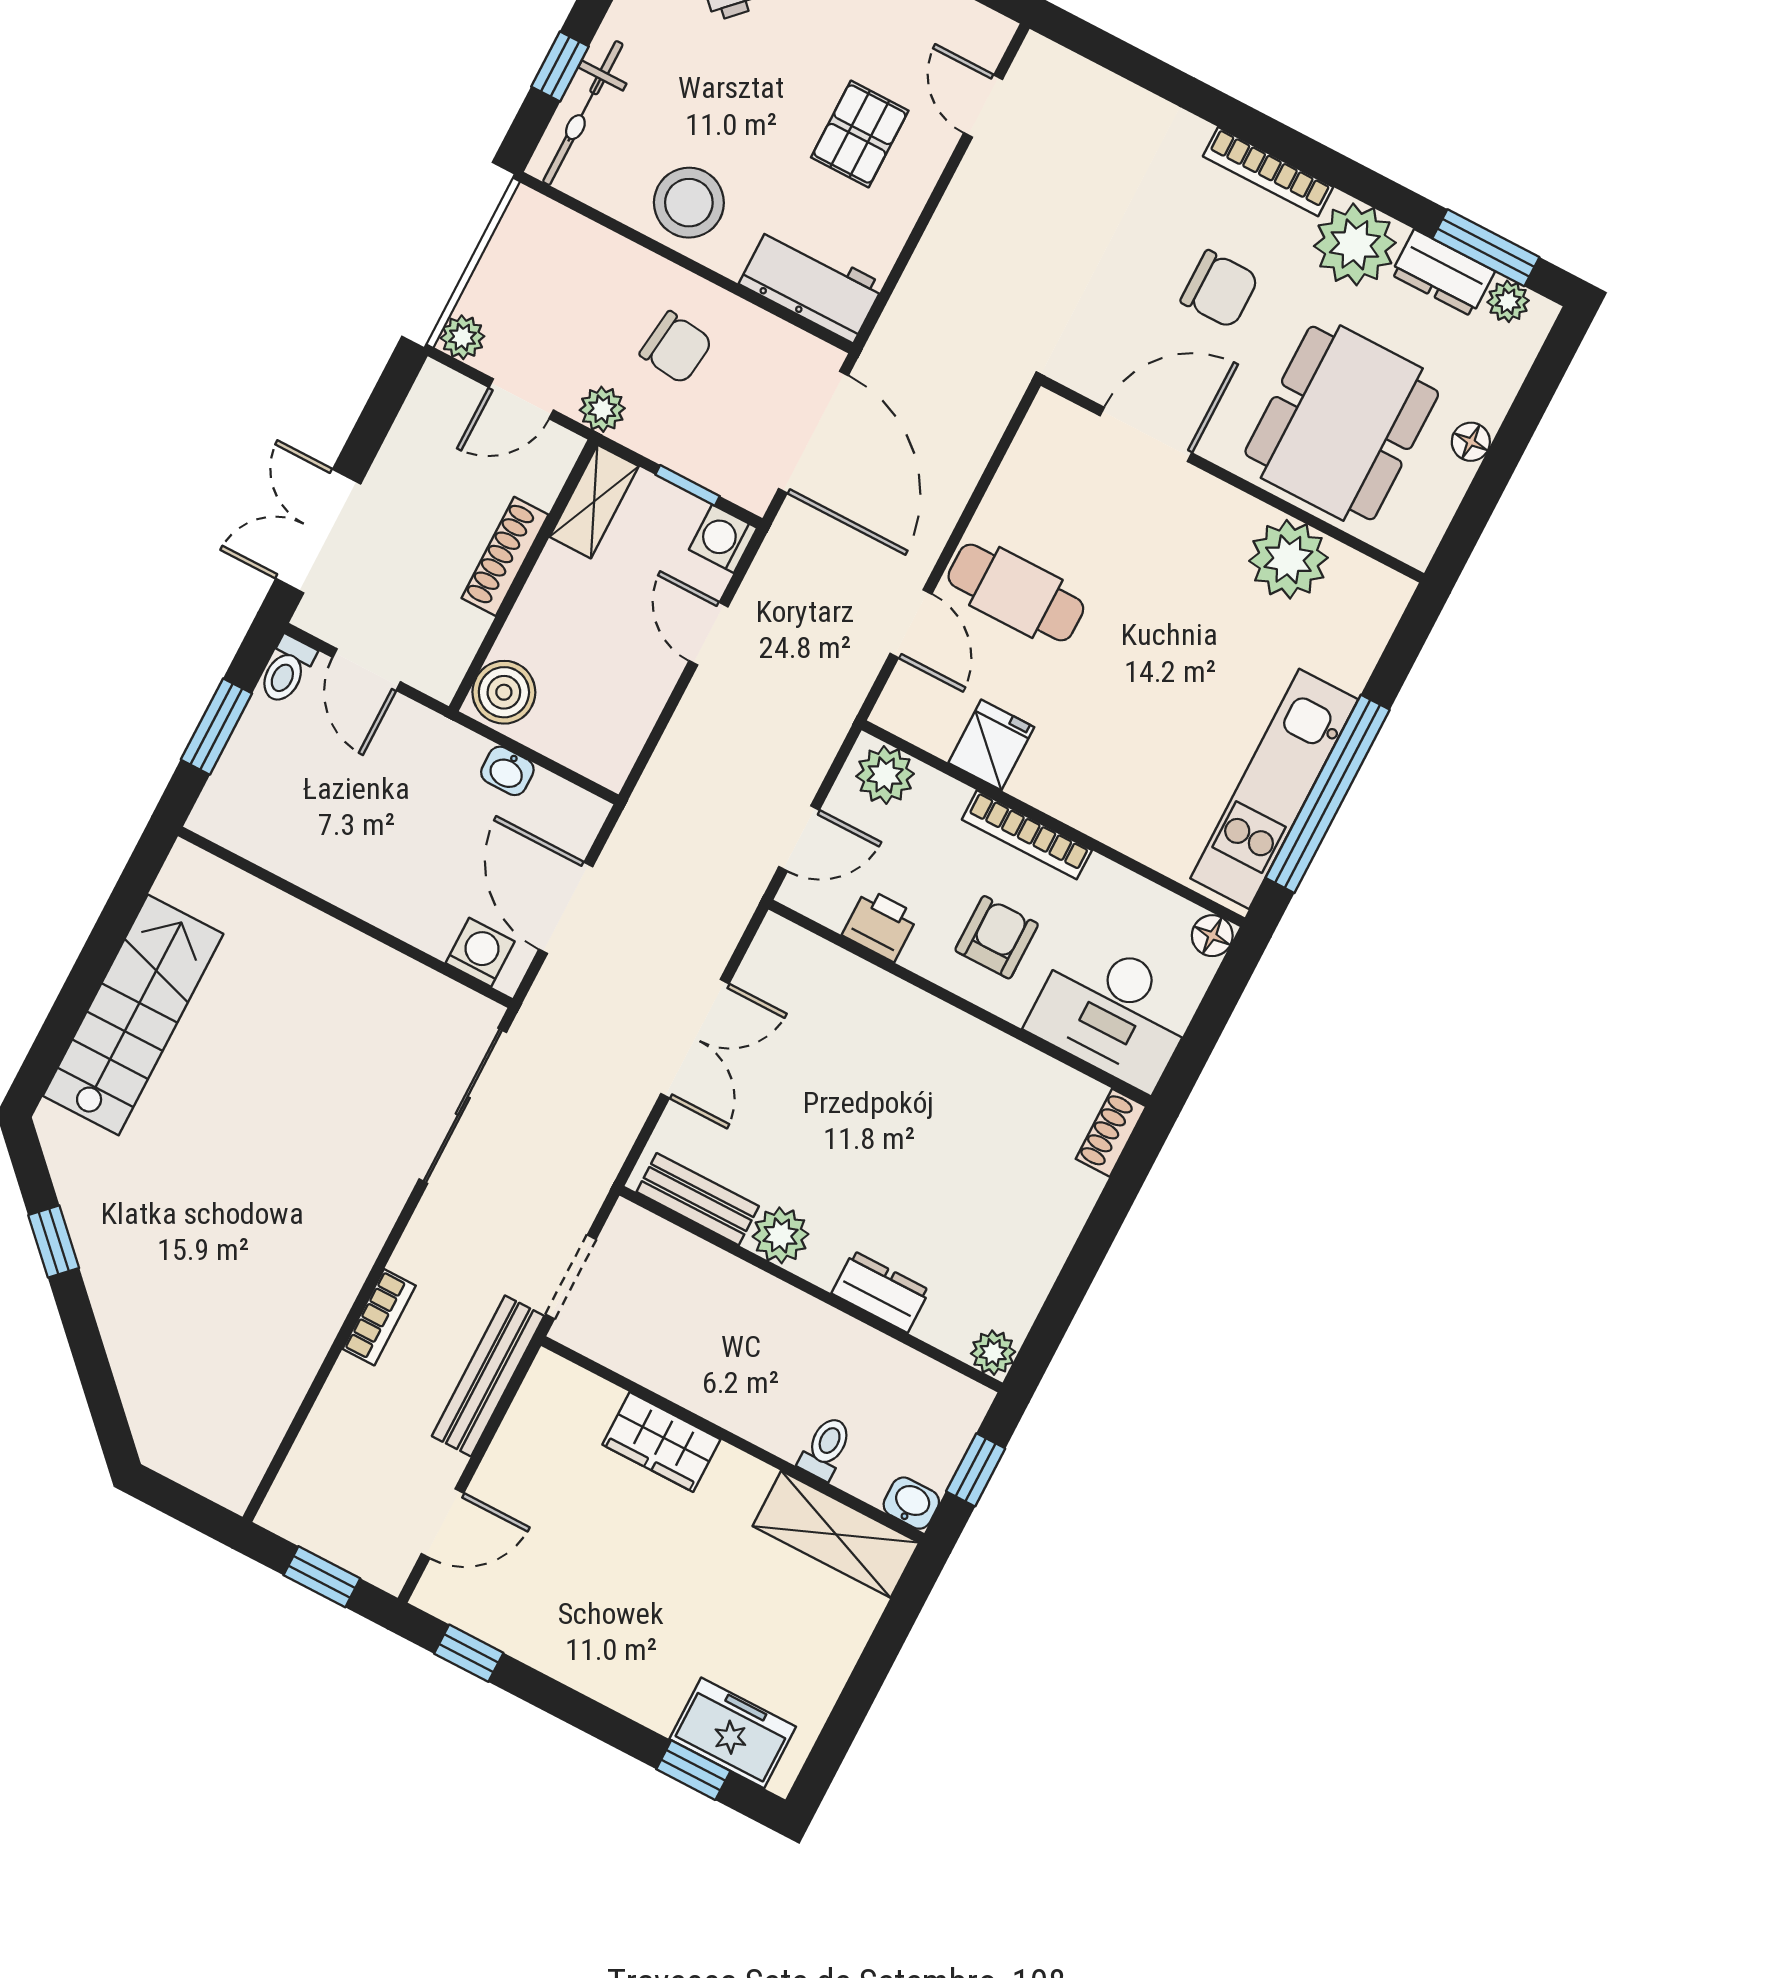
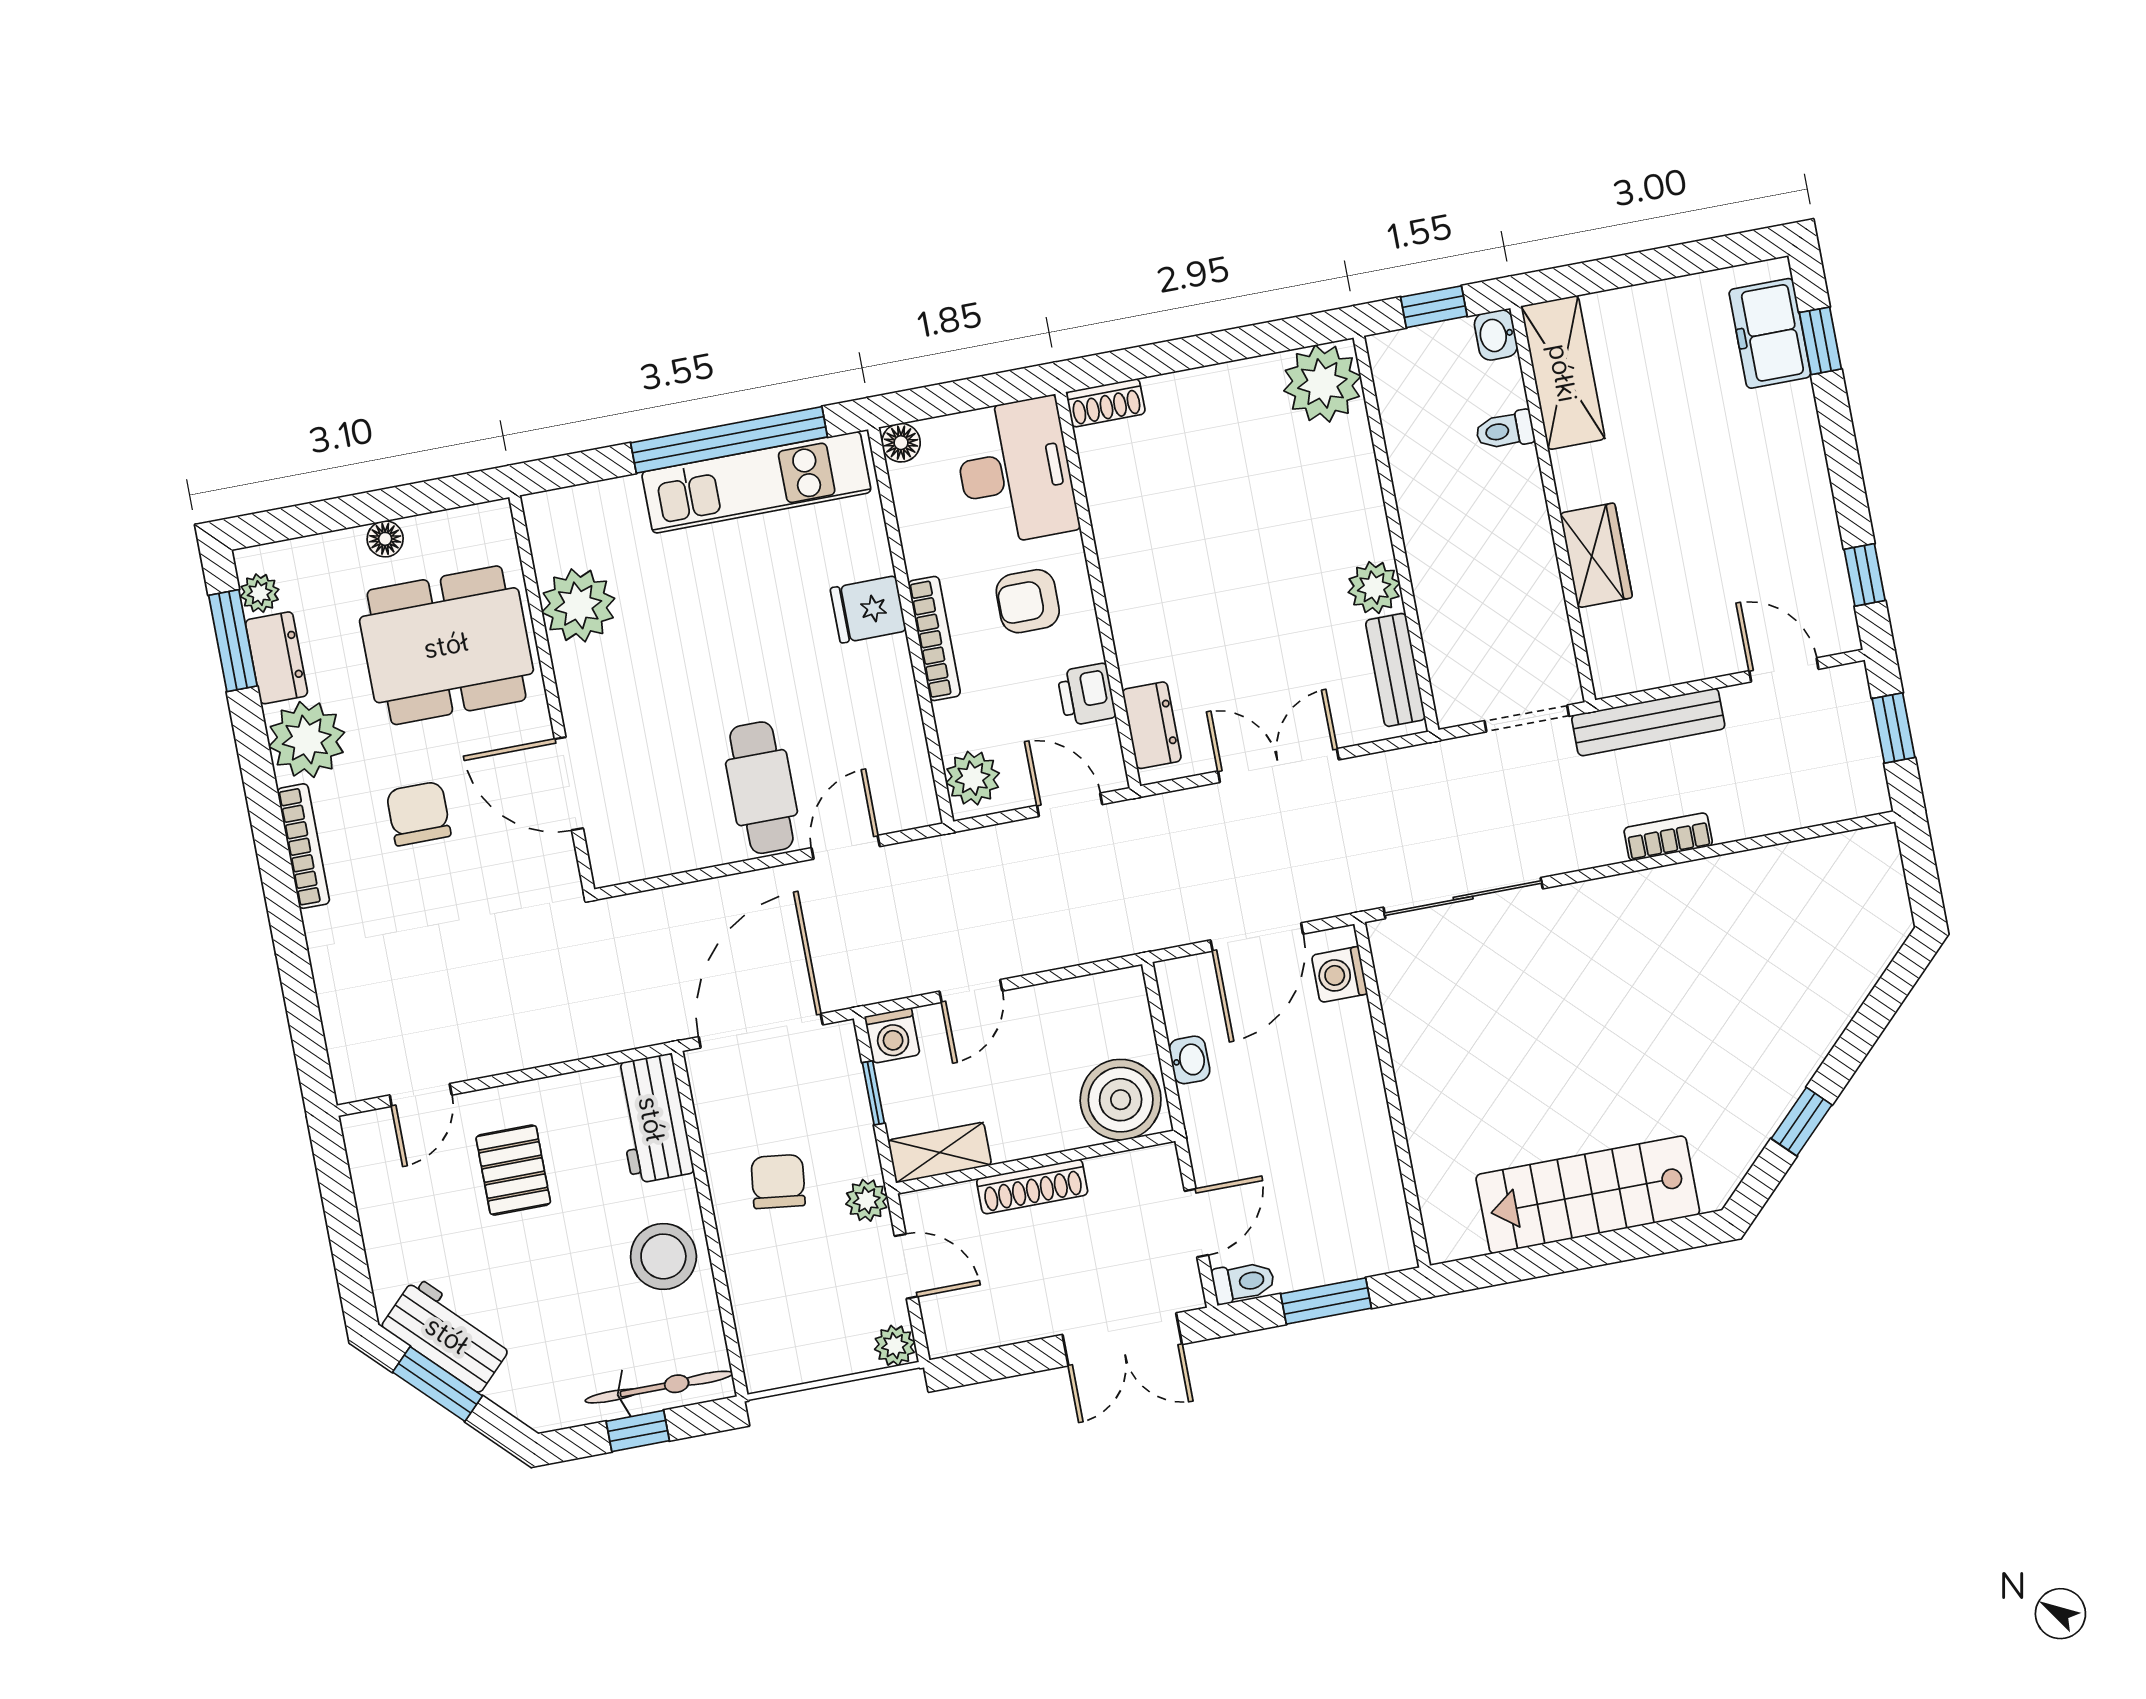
pallet: (860, 134) -> (513, 1170), turned 90
boiler: (504, 692) -> (1121, 1100), width x1.37, depth x1.37
fridge: (991, 745) -> (868, 610), moved
dresser: (880, 1292) -> (1152, 725), moved, turned 180
plant: (993, 1353) -> (1322, 383), width x1.87, depth x1.87

